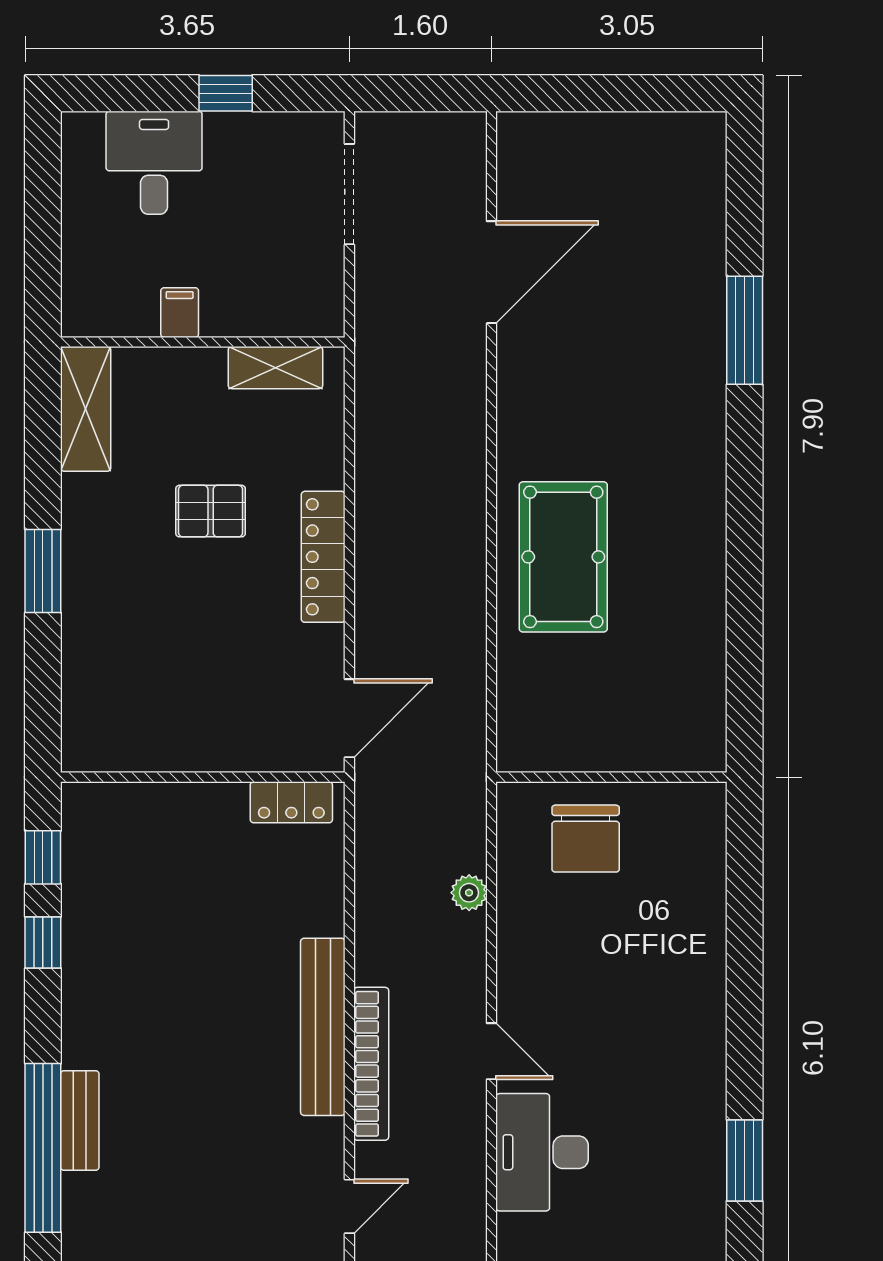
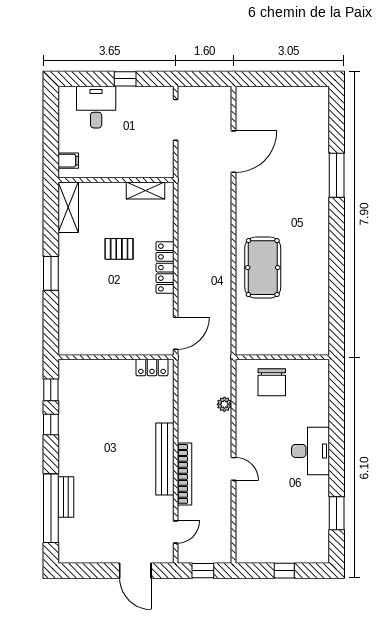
filing cabinet: (180, 313) -> (68, 161), moved, turned 90
desk: (542, 1152) -> (311, 451), moved, turned 180

